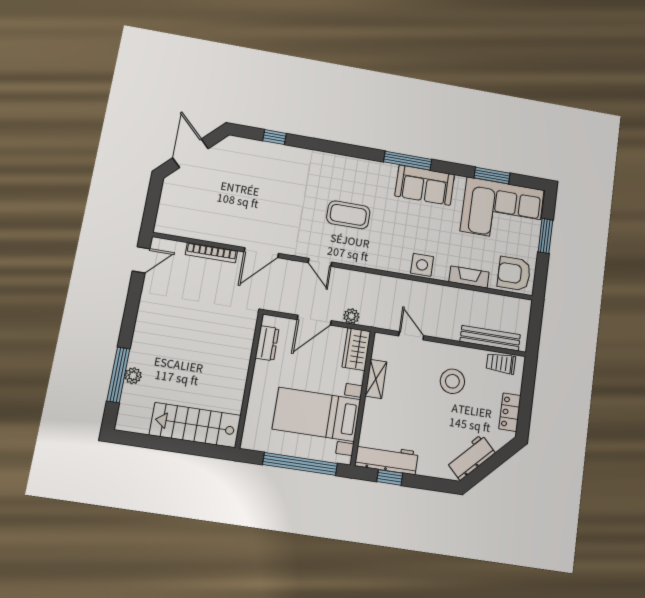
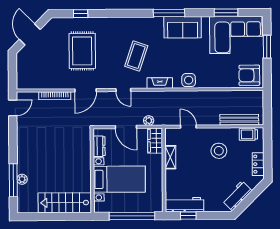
rug: (267, 192) -> (82, 51), added
coffee table: (348, 215) -> (136, 56), turned -71
fireplace: (469, 277) -> (160, 83), moved
door: (314, 320) -> (126, 127), hinge flipped
bed with nightstands: (317, 414) -> (119, 179), moved, turned 180

